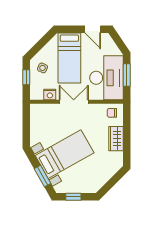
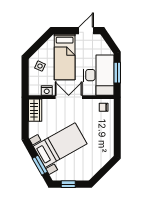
door: (93, 29) -> (86, 31), swing flipped
window: (26, 77) -> (25, 75), removed
wardrobe: (116, 139) -> (35, 110), moved, turned 180

